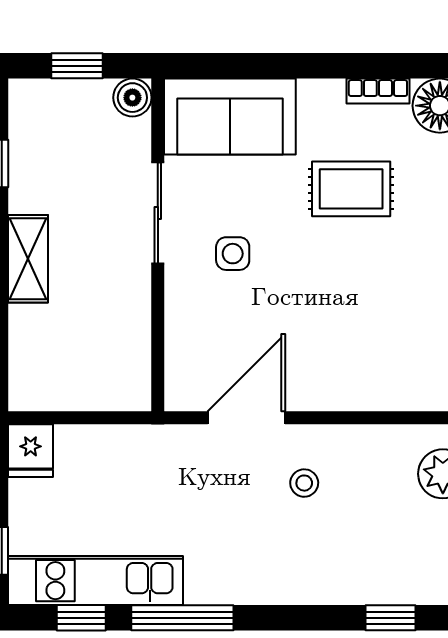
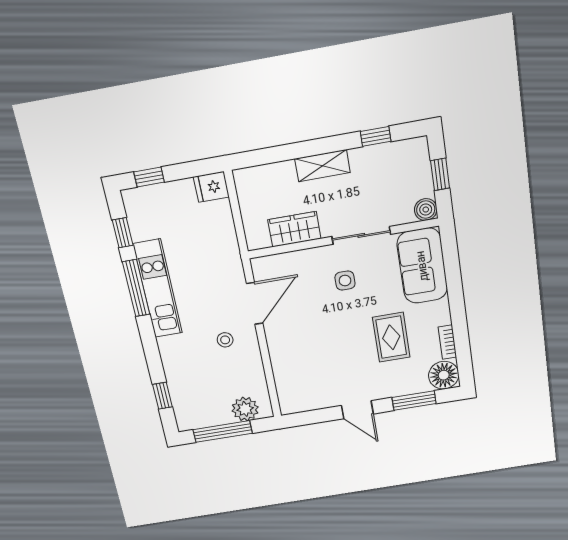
wardrobe: (127, 325) -> (294, 229), added
door: (246, 418) -> (255, 303), hinge flipped
kitchen unit: (96, 581) -> (158, 289), moved

